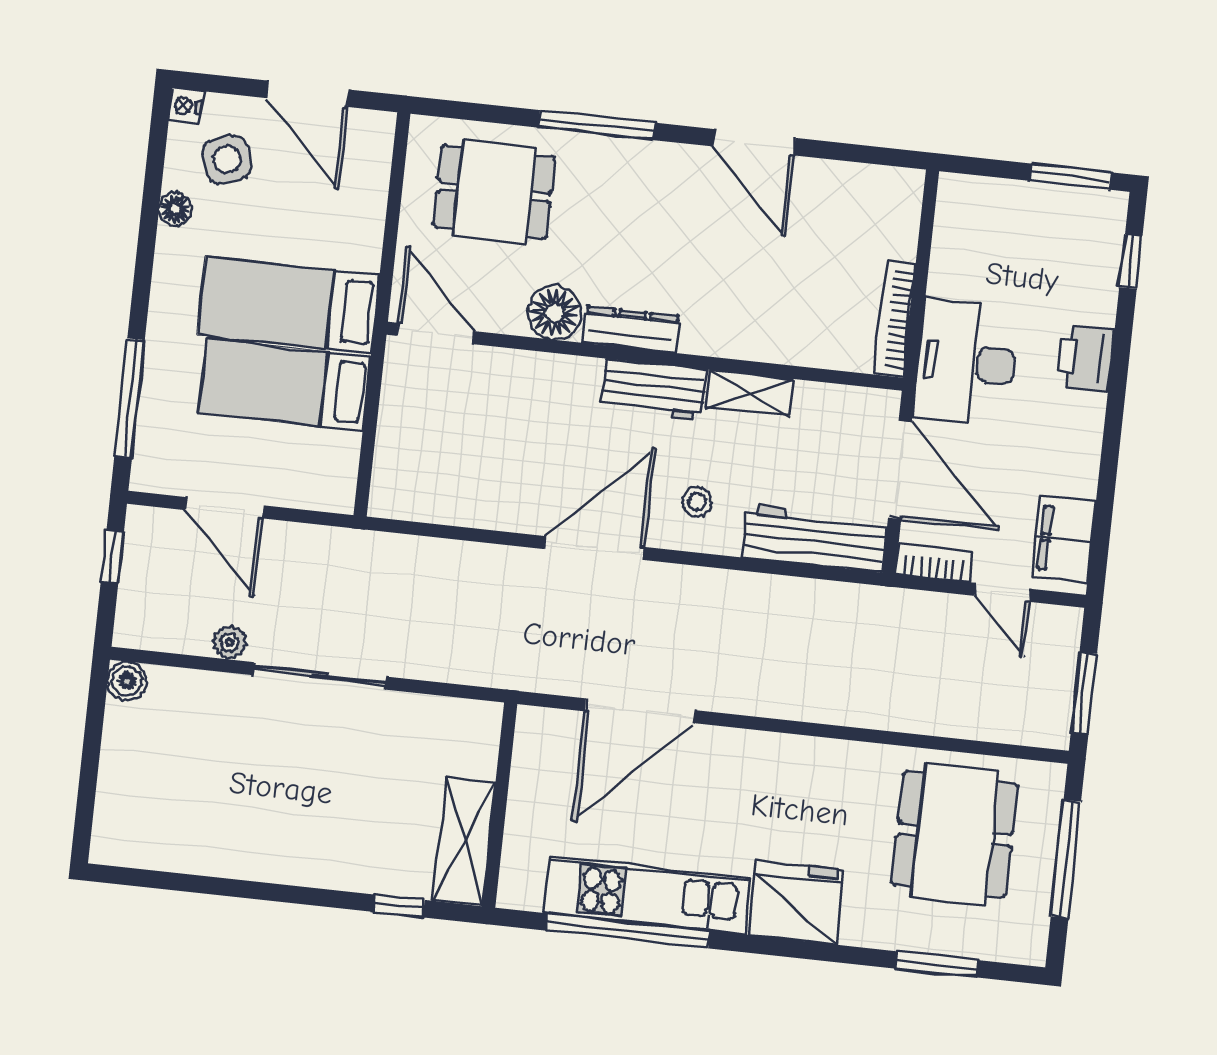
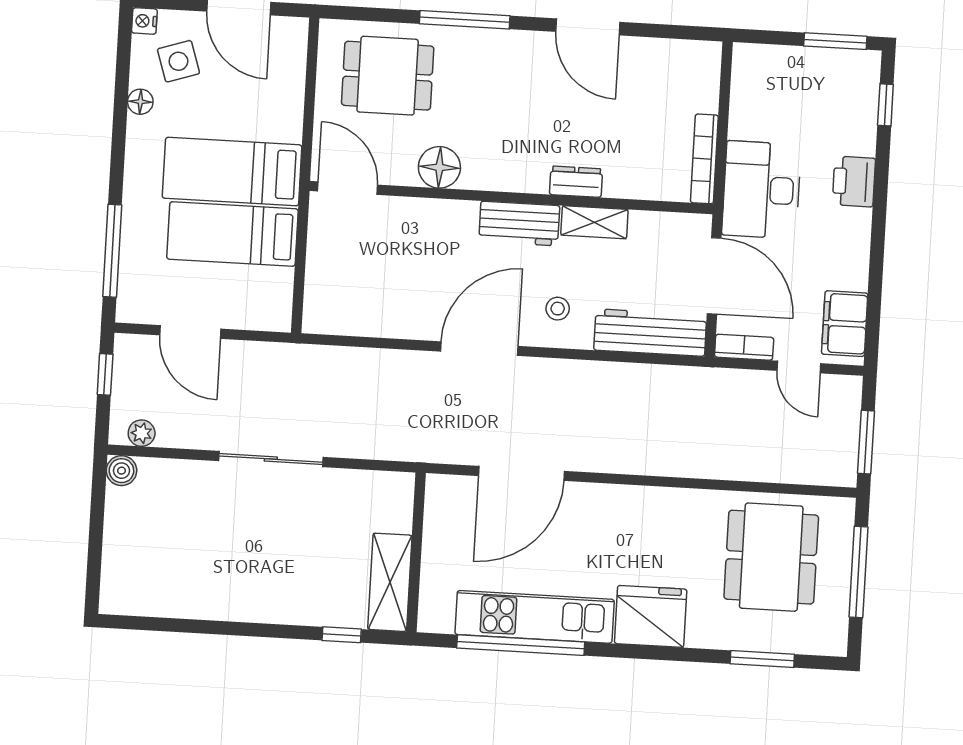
dresser: (631, 329) -> (576, 182), moved, width x0.70
plant: (230, 642) -> (142, 433), moved

